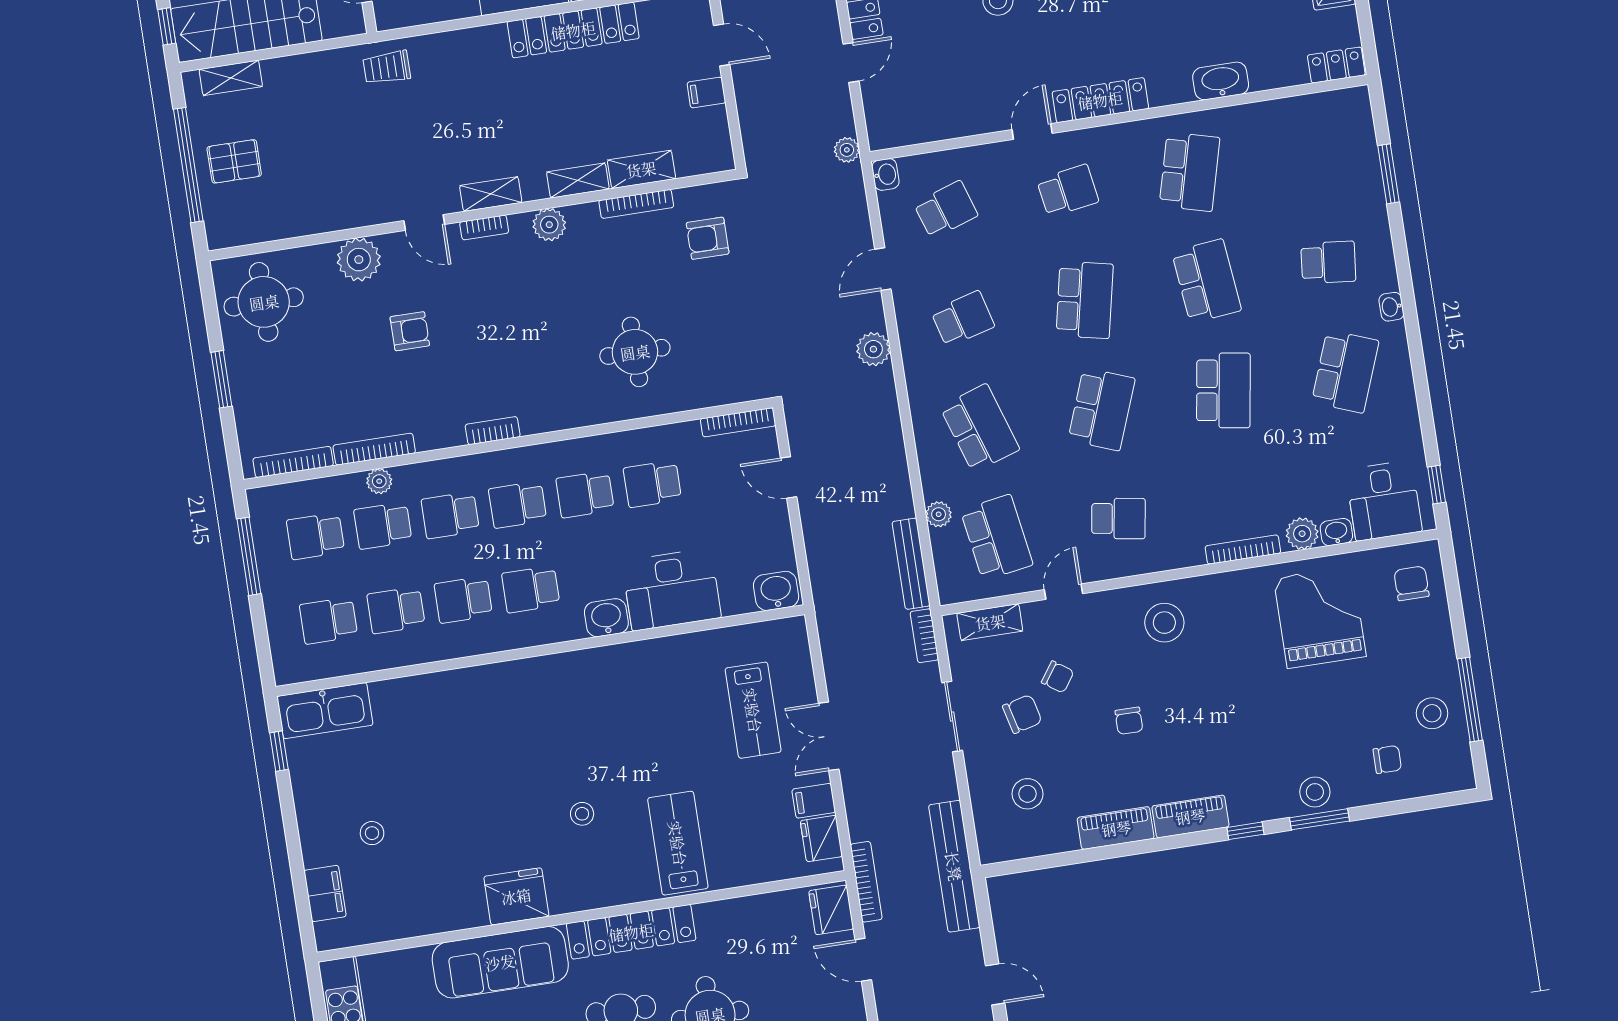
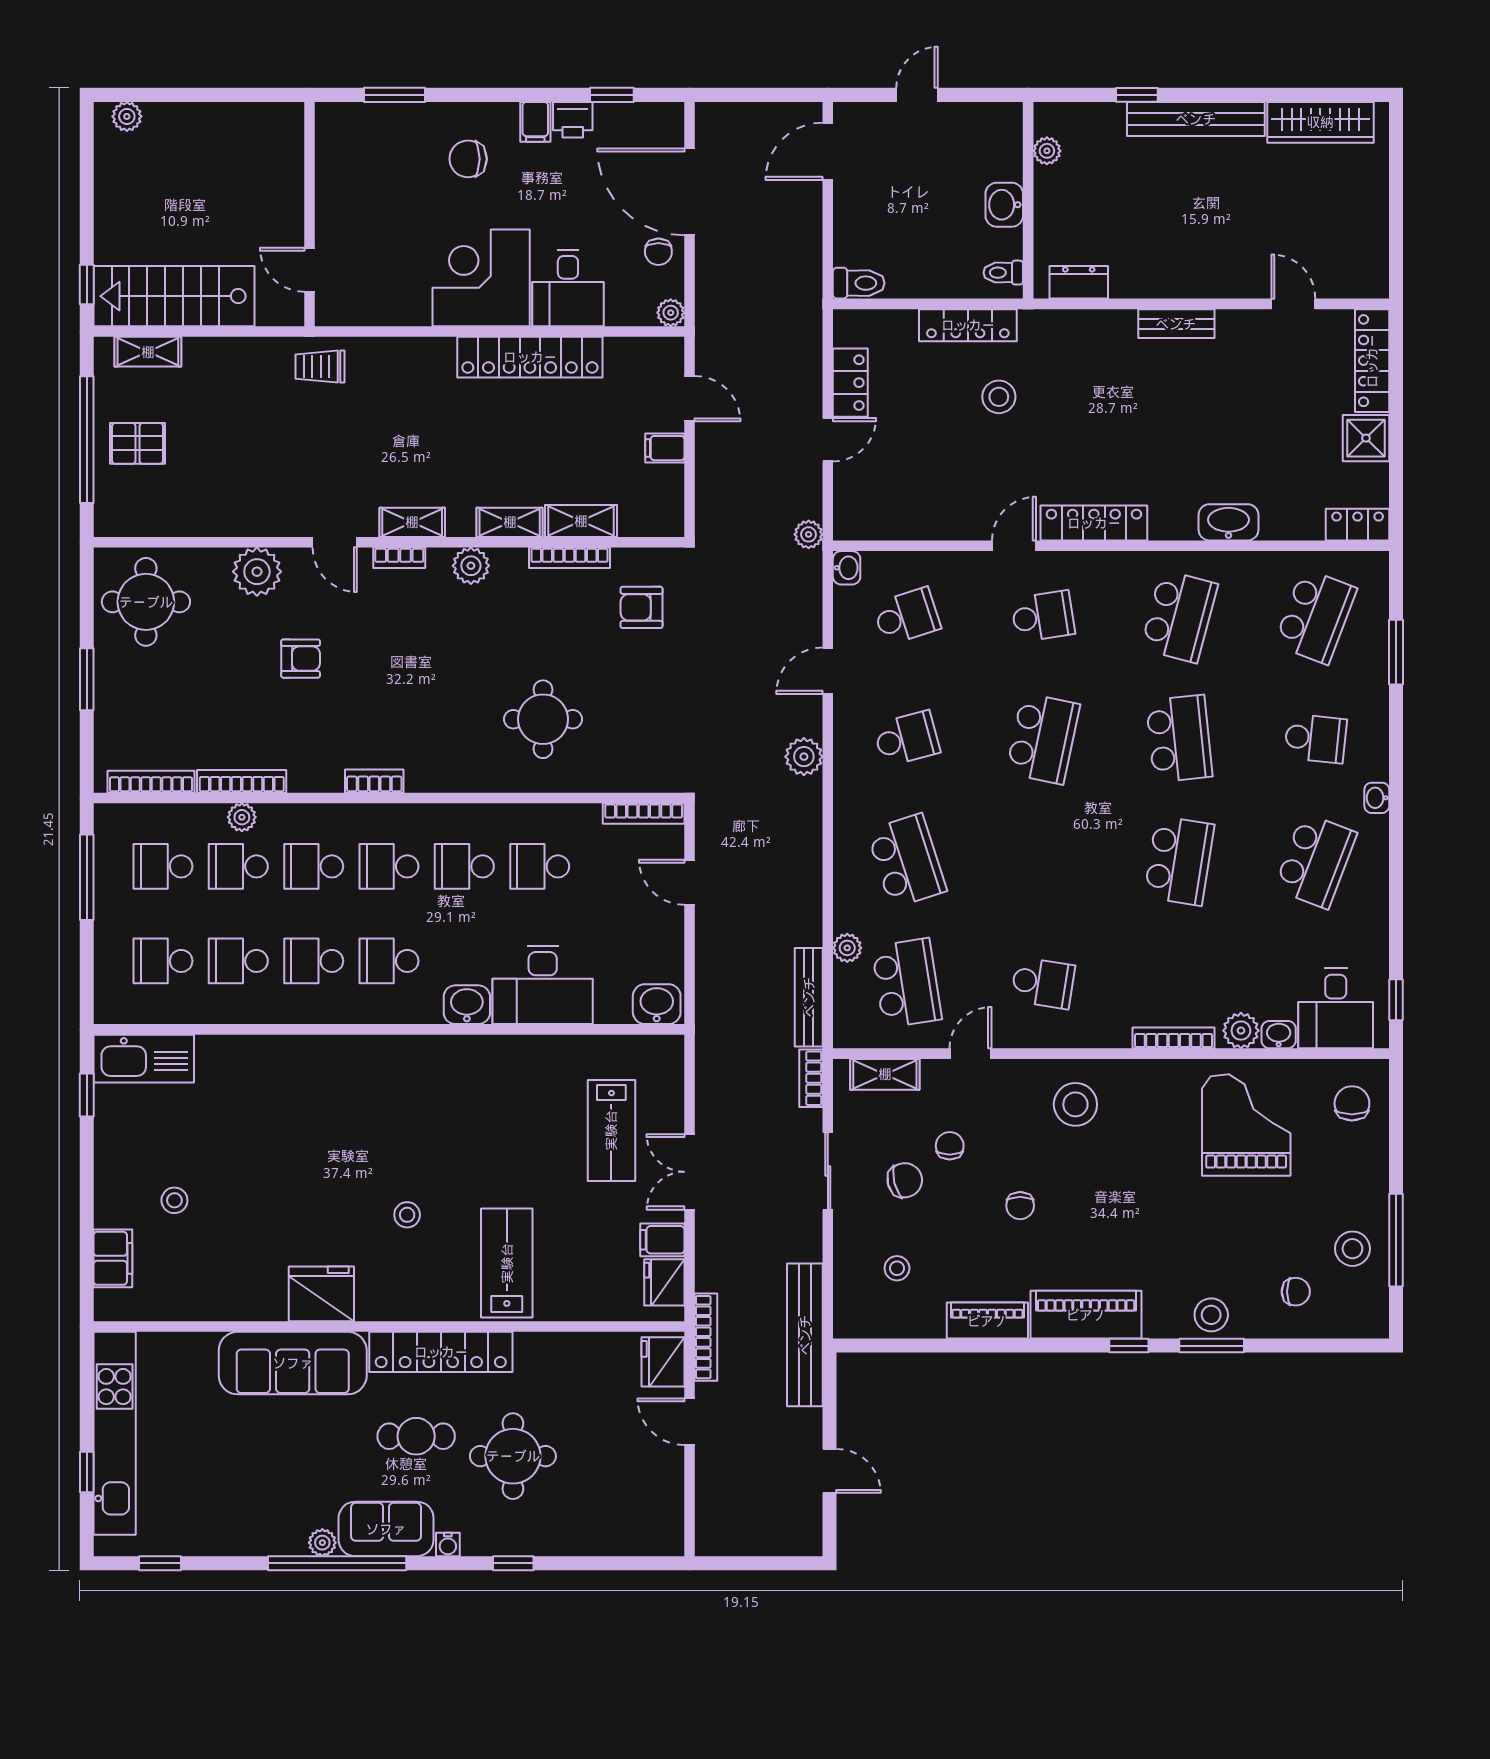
school desk: (1102, 409) -> (1315, 616), moved
chair: (1058, 677) -> (950, 1146), turned -125
stool: (1027, 794) -> (897, 1268), width x0.73, depth x0.73
piano: (1190, 816) -> (1086, 1315), width x1.37, depth x1.33

